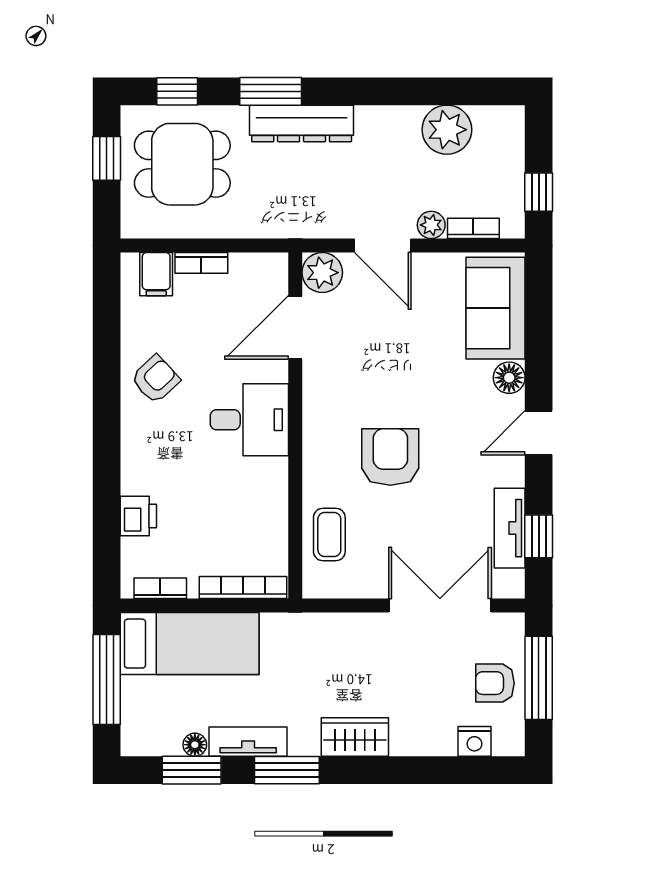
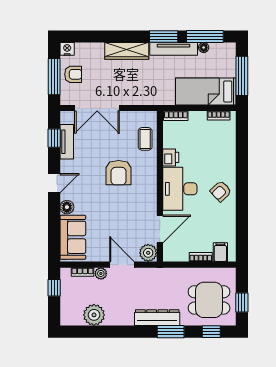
armchair: (155, 379) -> (221, 191), moved
desk: (249, 420) -> (180, 189), width x1.37
printer: (138, 516) -> (171, 157), moved, turned 180
bookcase: (243, 588) -> (176, 116), width x0.64
wardrobe: (355, 737) -> (127, 51), width x1.50
nightstand: (474, 741) -> (67, 49), moved
tv unit: (248, 742) -> (174, 49), width x1.41
window: (192, 770) -> (205, 36), width x1.44

